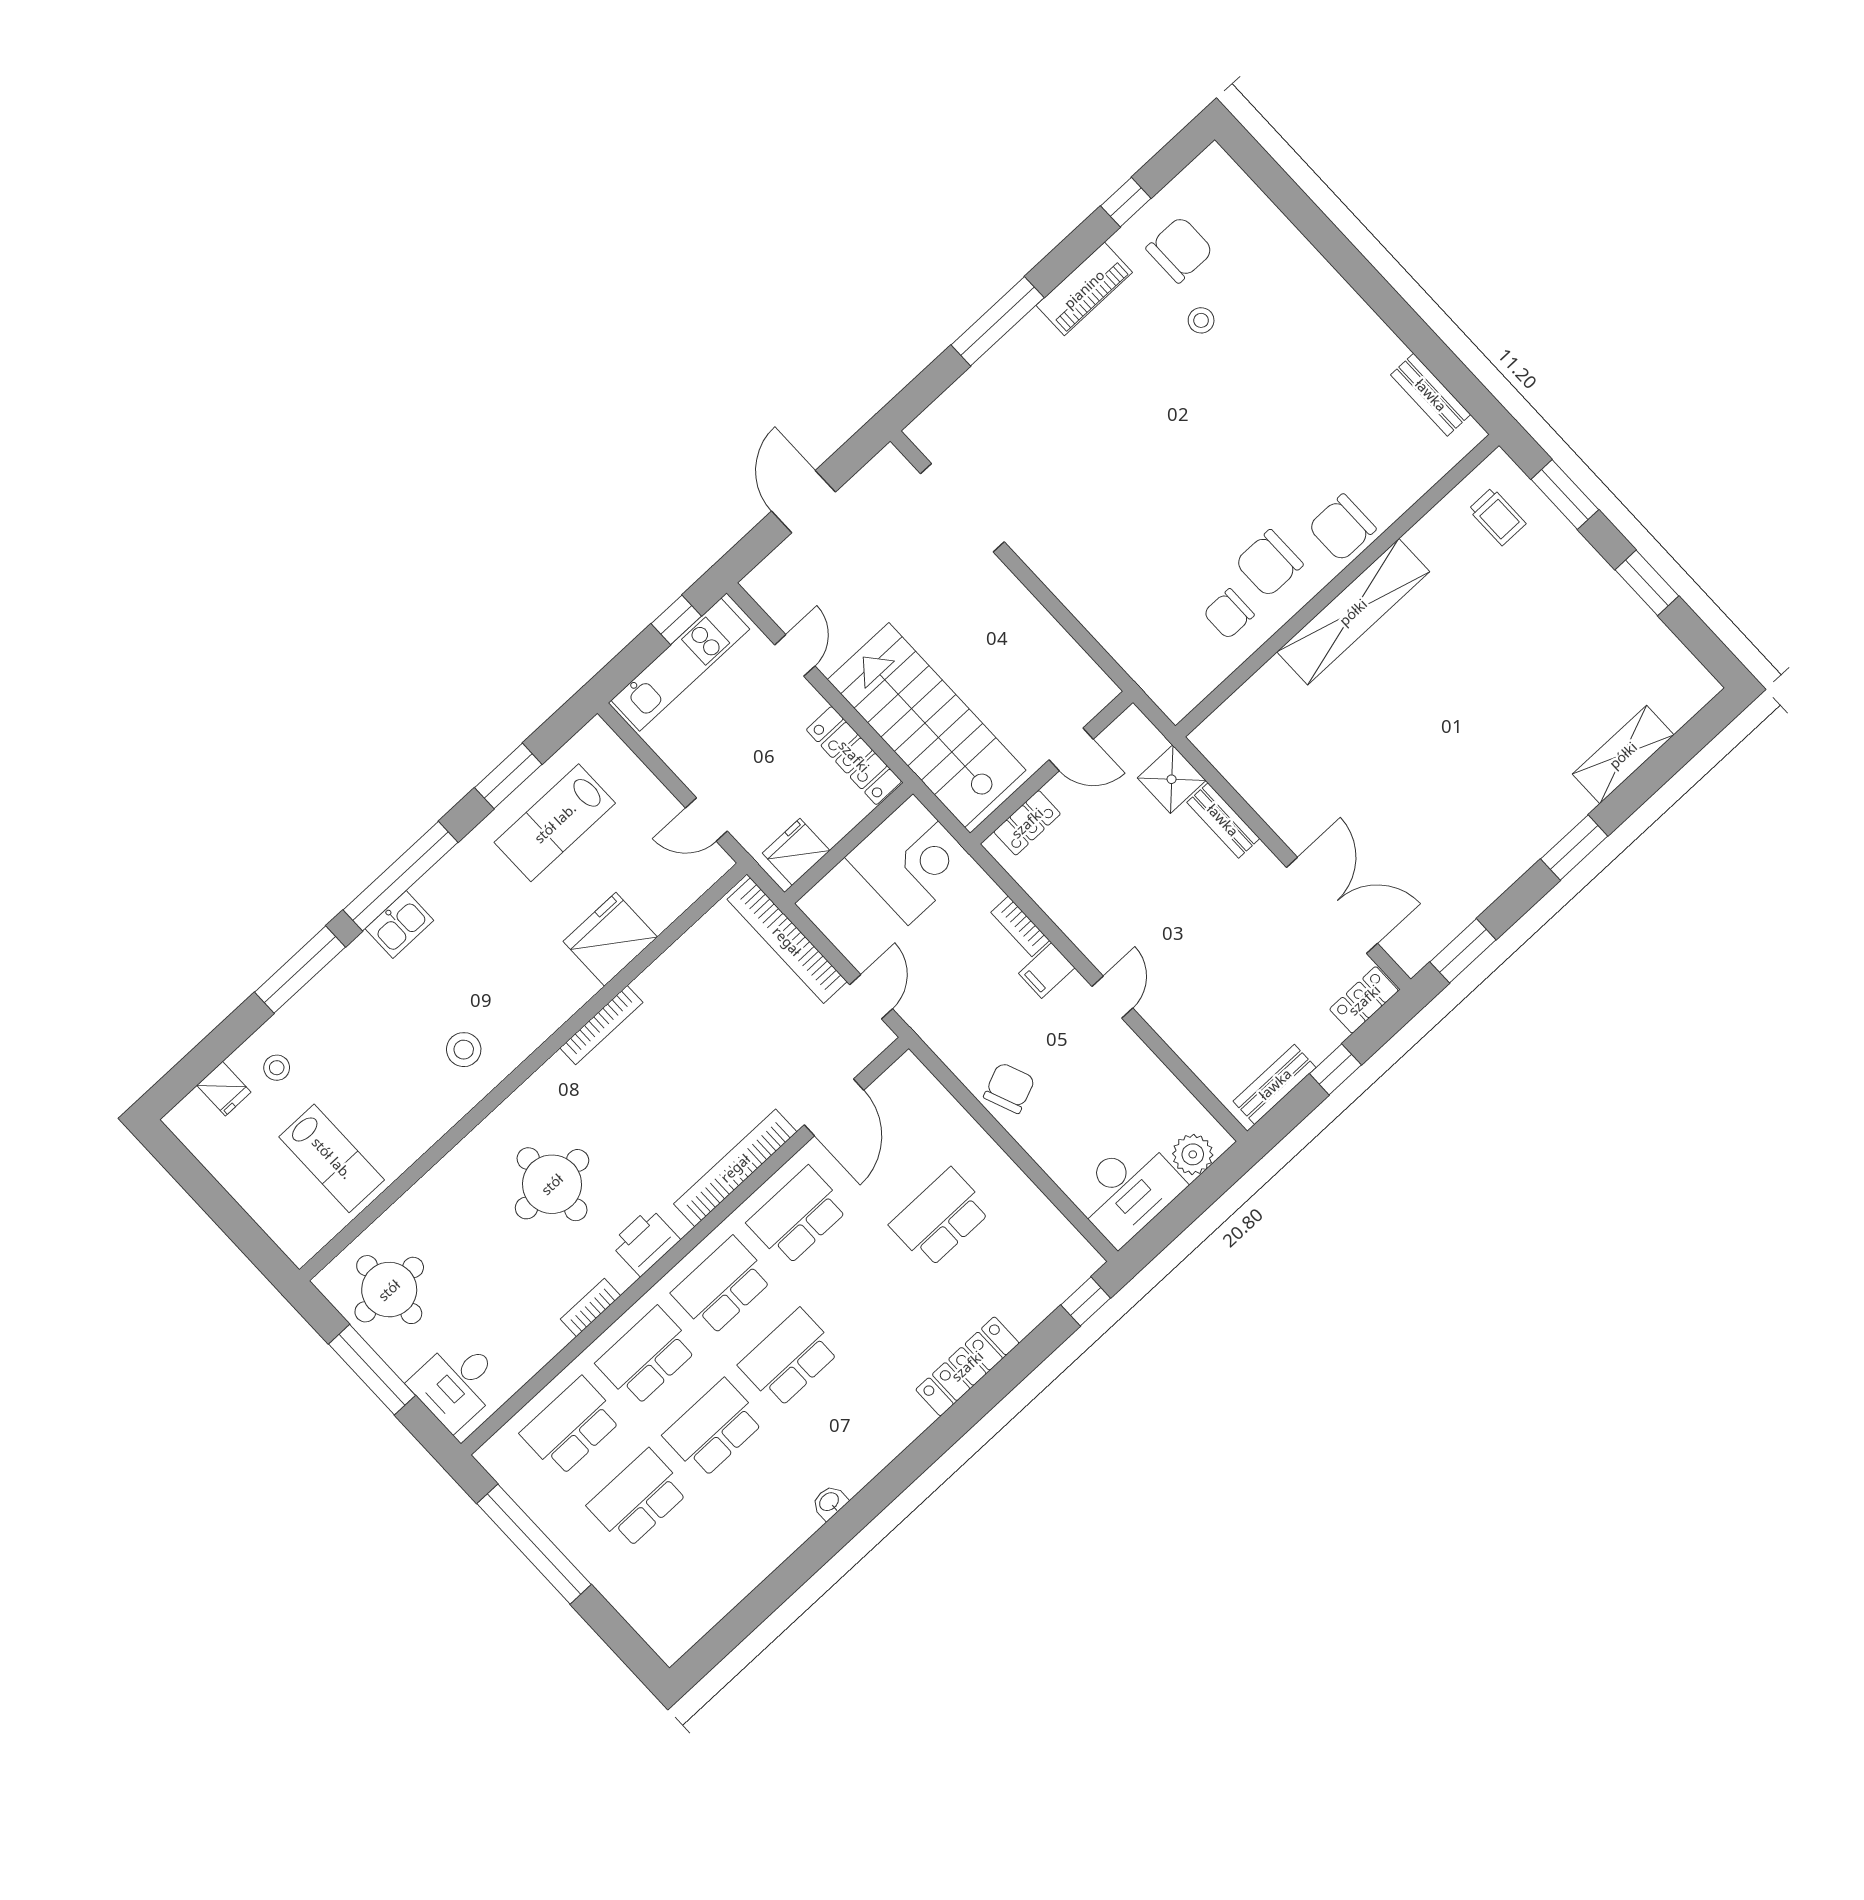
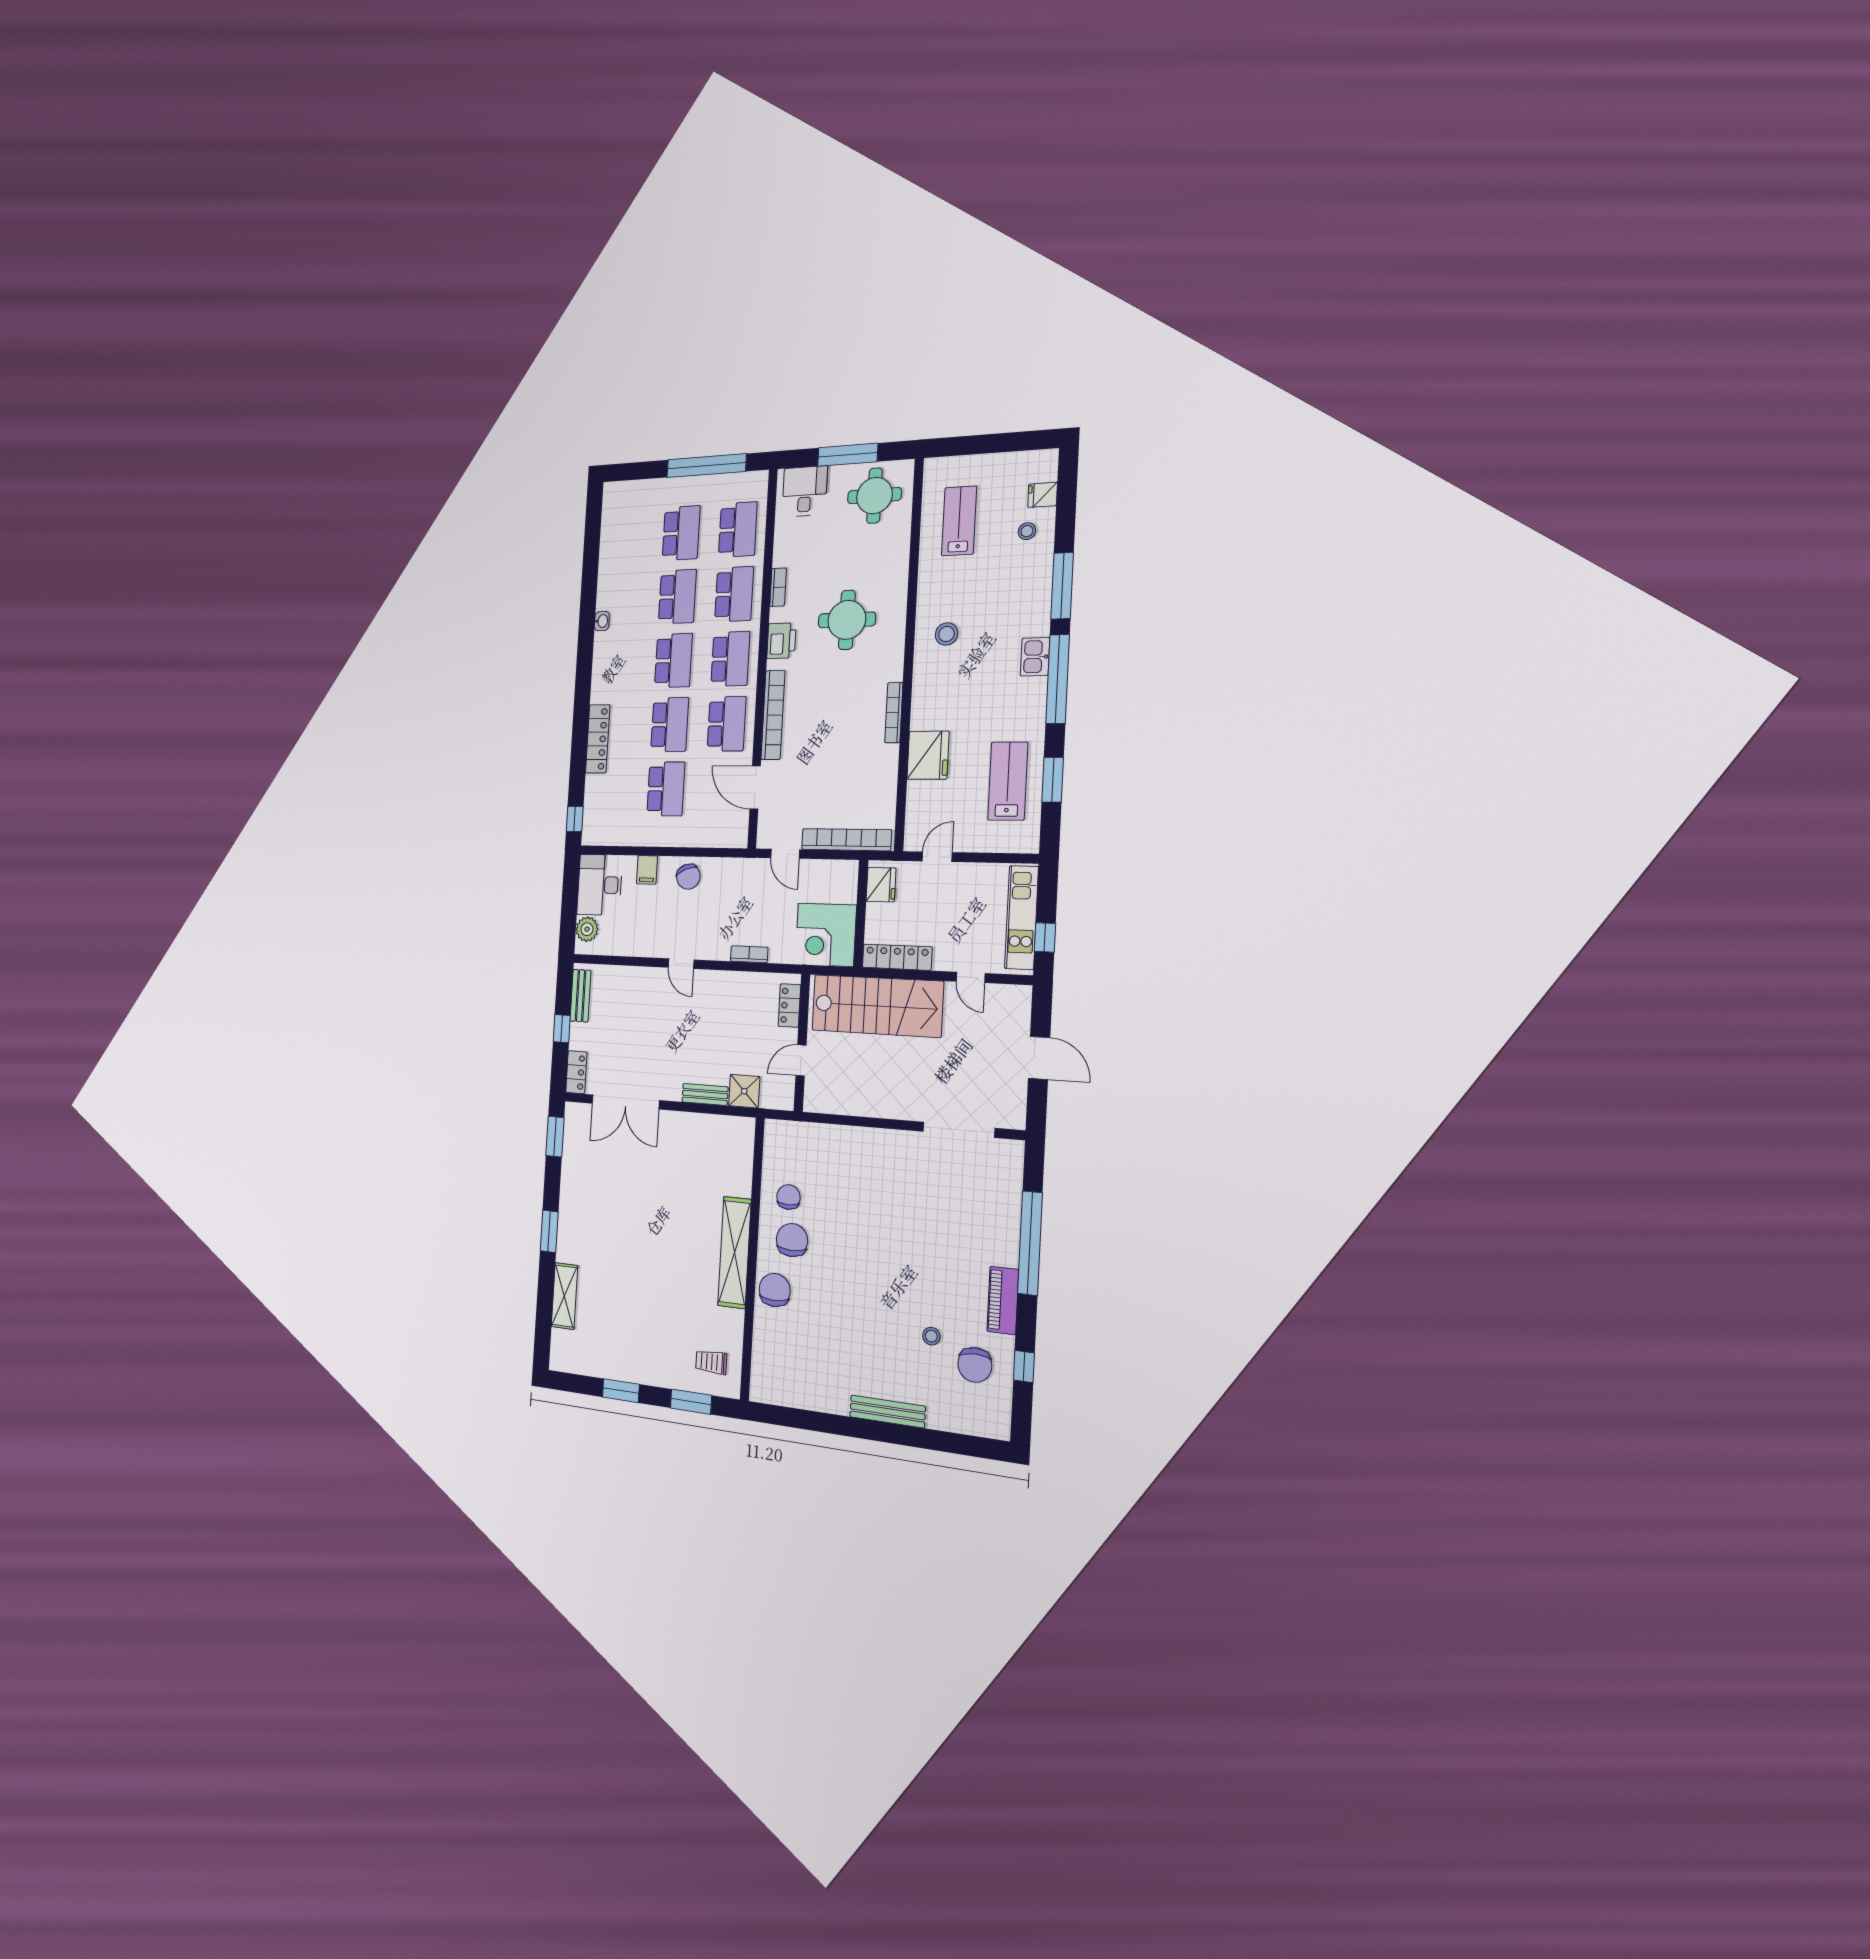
window: (998, 321) -> (1030, 1243), width x1.46
bench: (1431, 395) -> (887, 1412), moved, width x1.36
filing cabinet: (1047, 970) -> (647, 870), moved, turned 180
lab bench: (332, 1158) -> (959, 521), turned 90
school desk: (865, 1288) -> (670, 725), added

